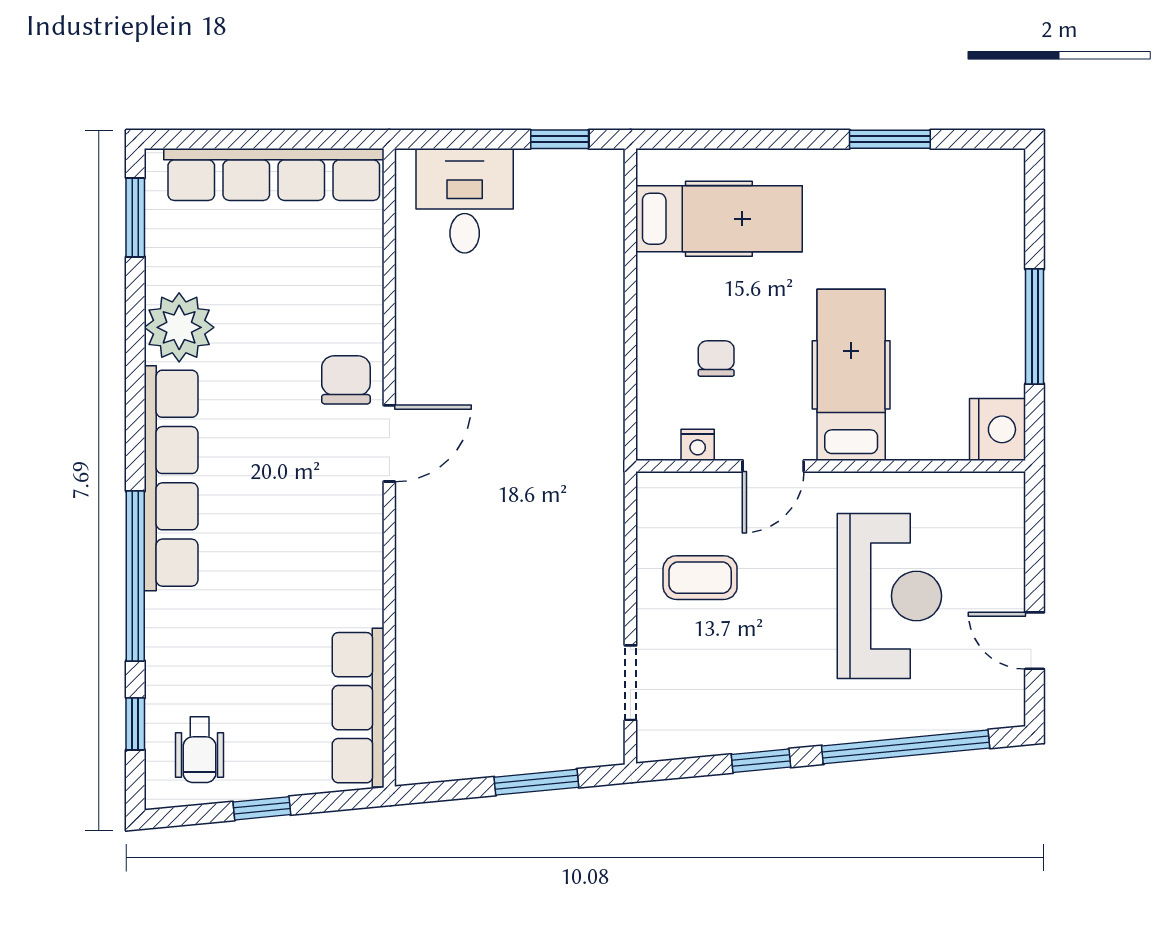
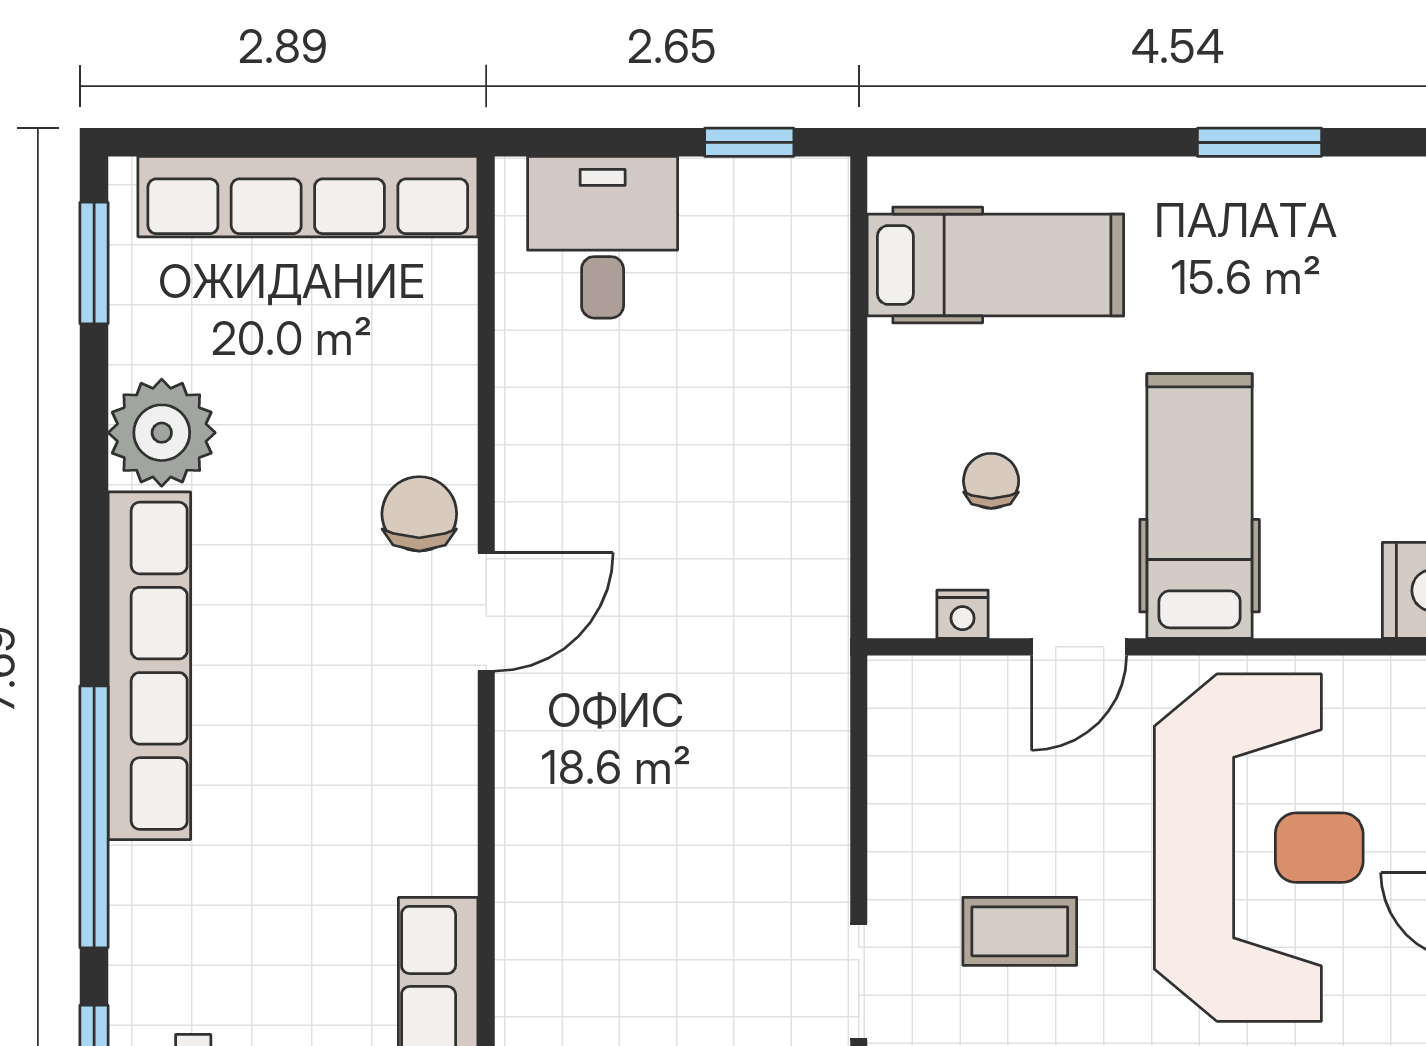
coffee table: (700, 578) -> (1020, 931), moved
reception desk: (889, 596) -> (1259, 848), width x1.36, depth x1.30

